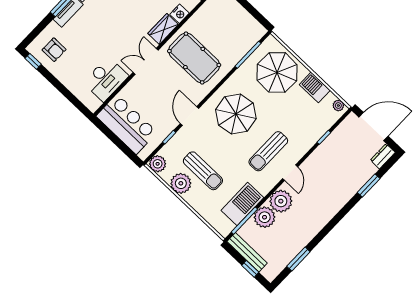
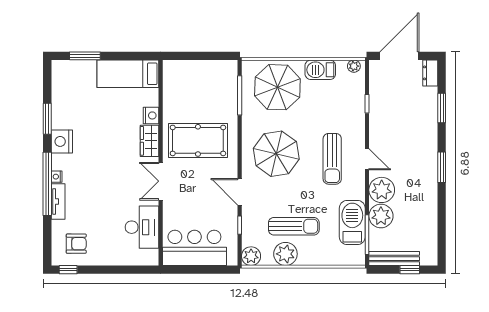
window: (298, 259) -> (442, 167), moved

